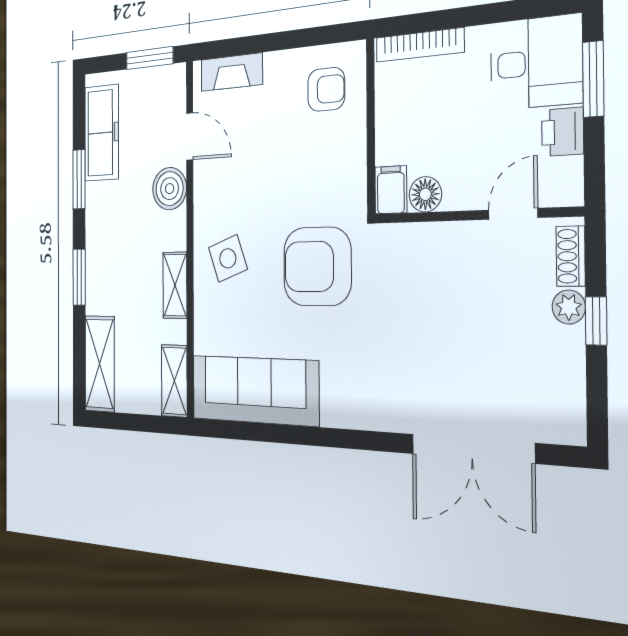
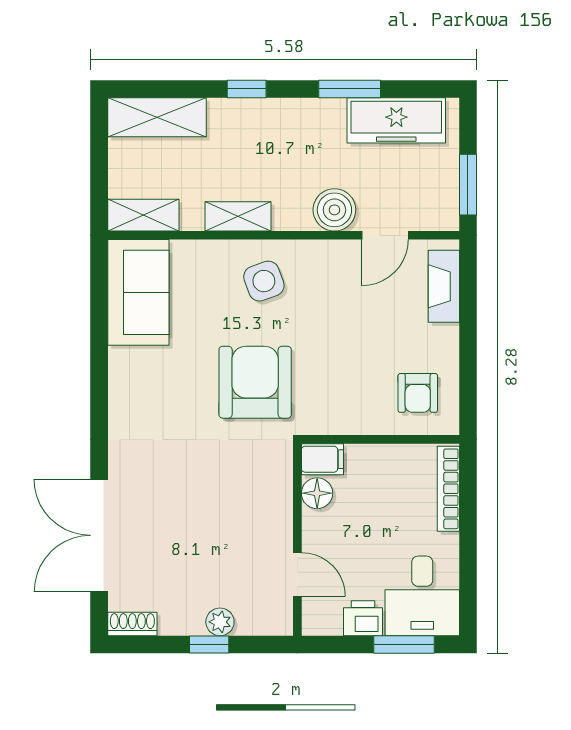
shoe rack: (571, 256) -> (132, 624), moved
window: (79, 277) -> (247, 89), width x0.67
sofa: (254, 390) -> (138, 292), width x0.73

